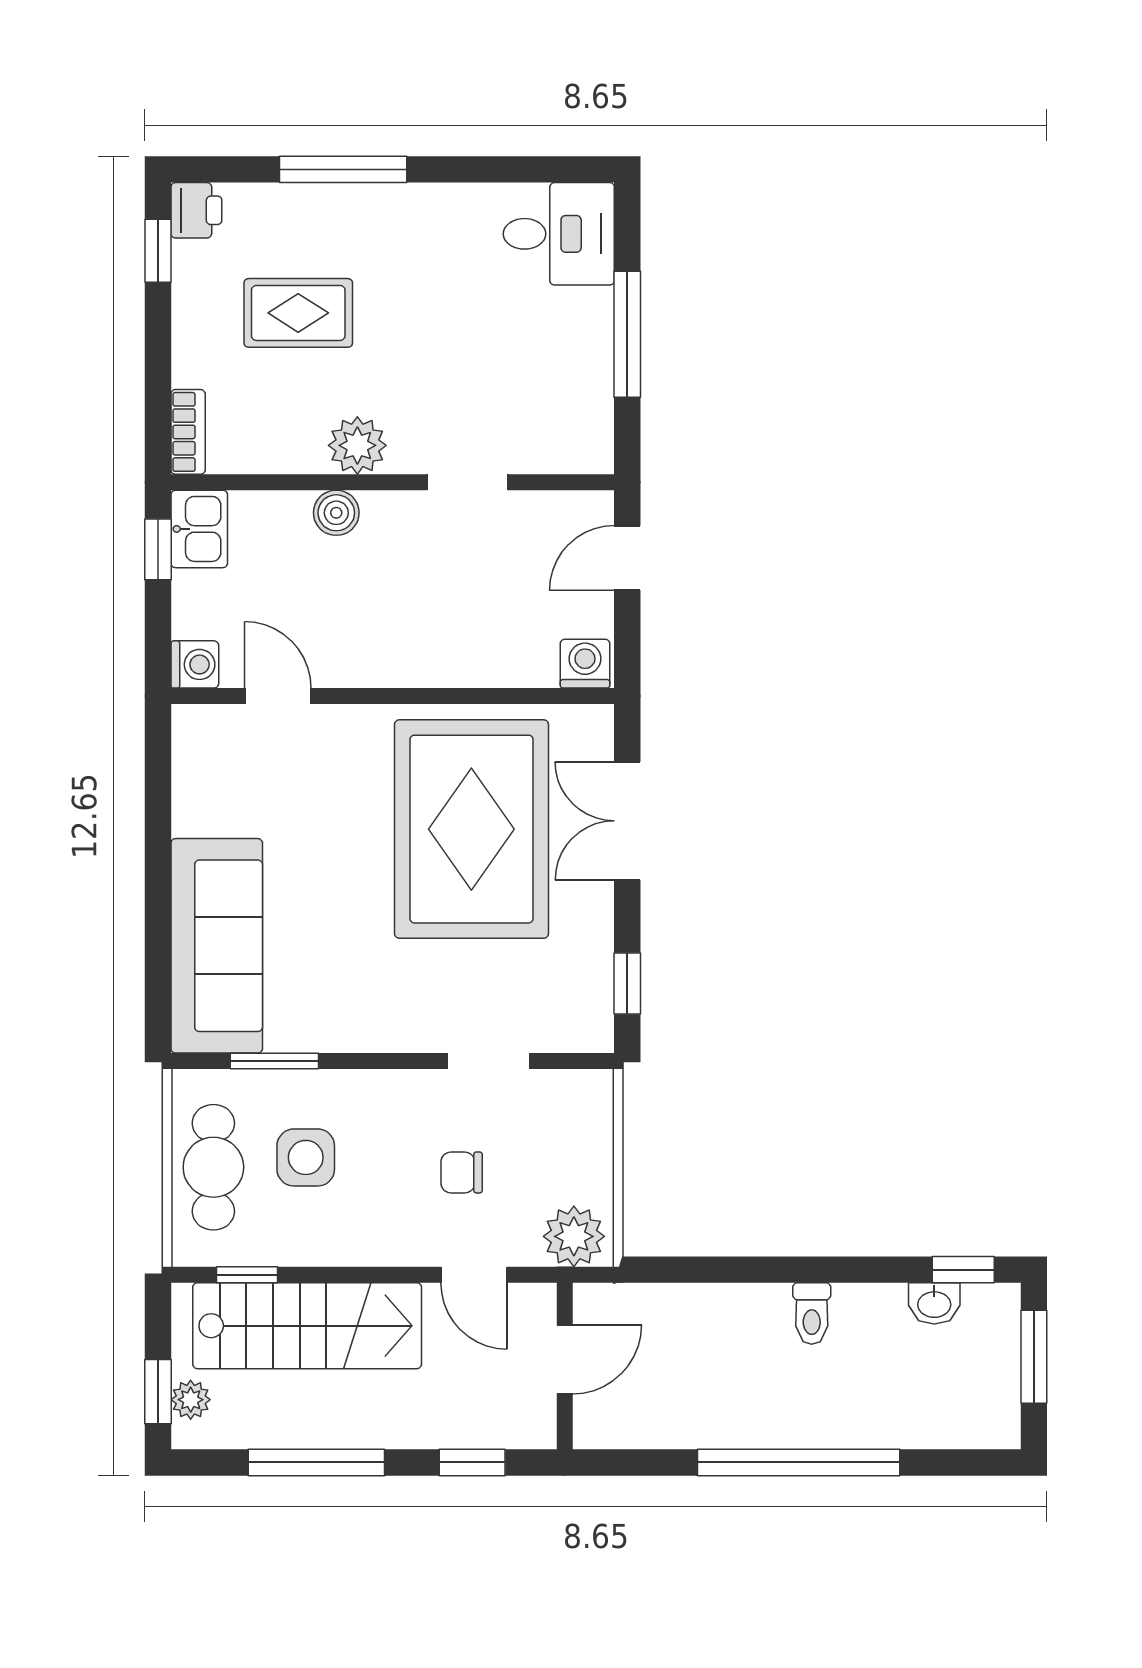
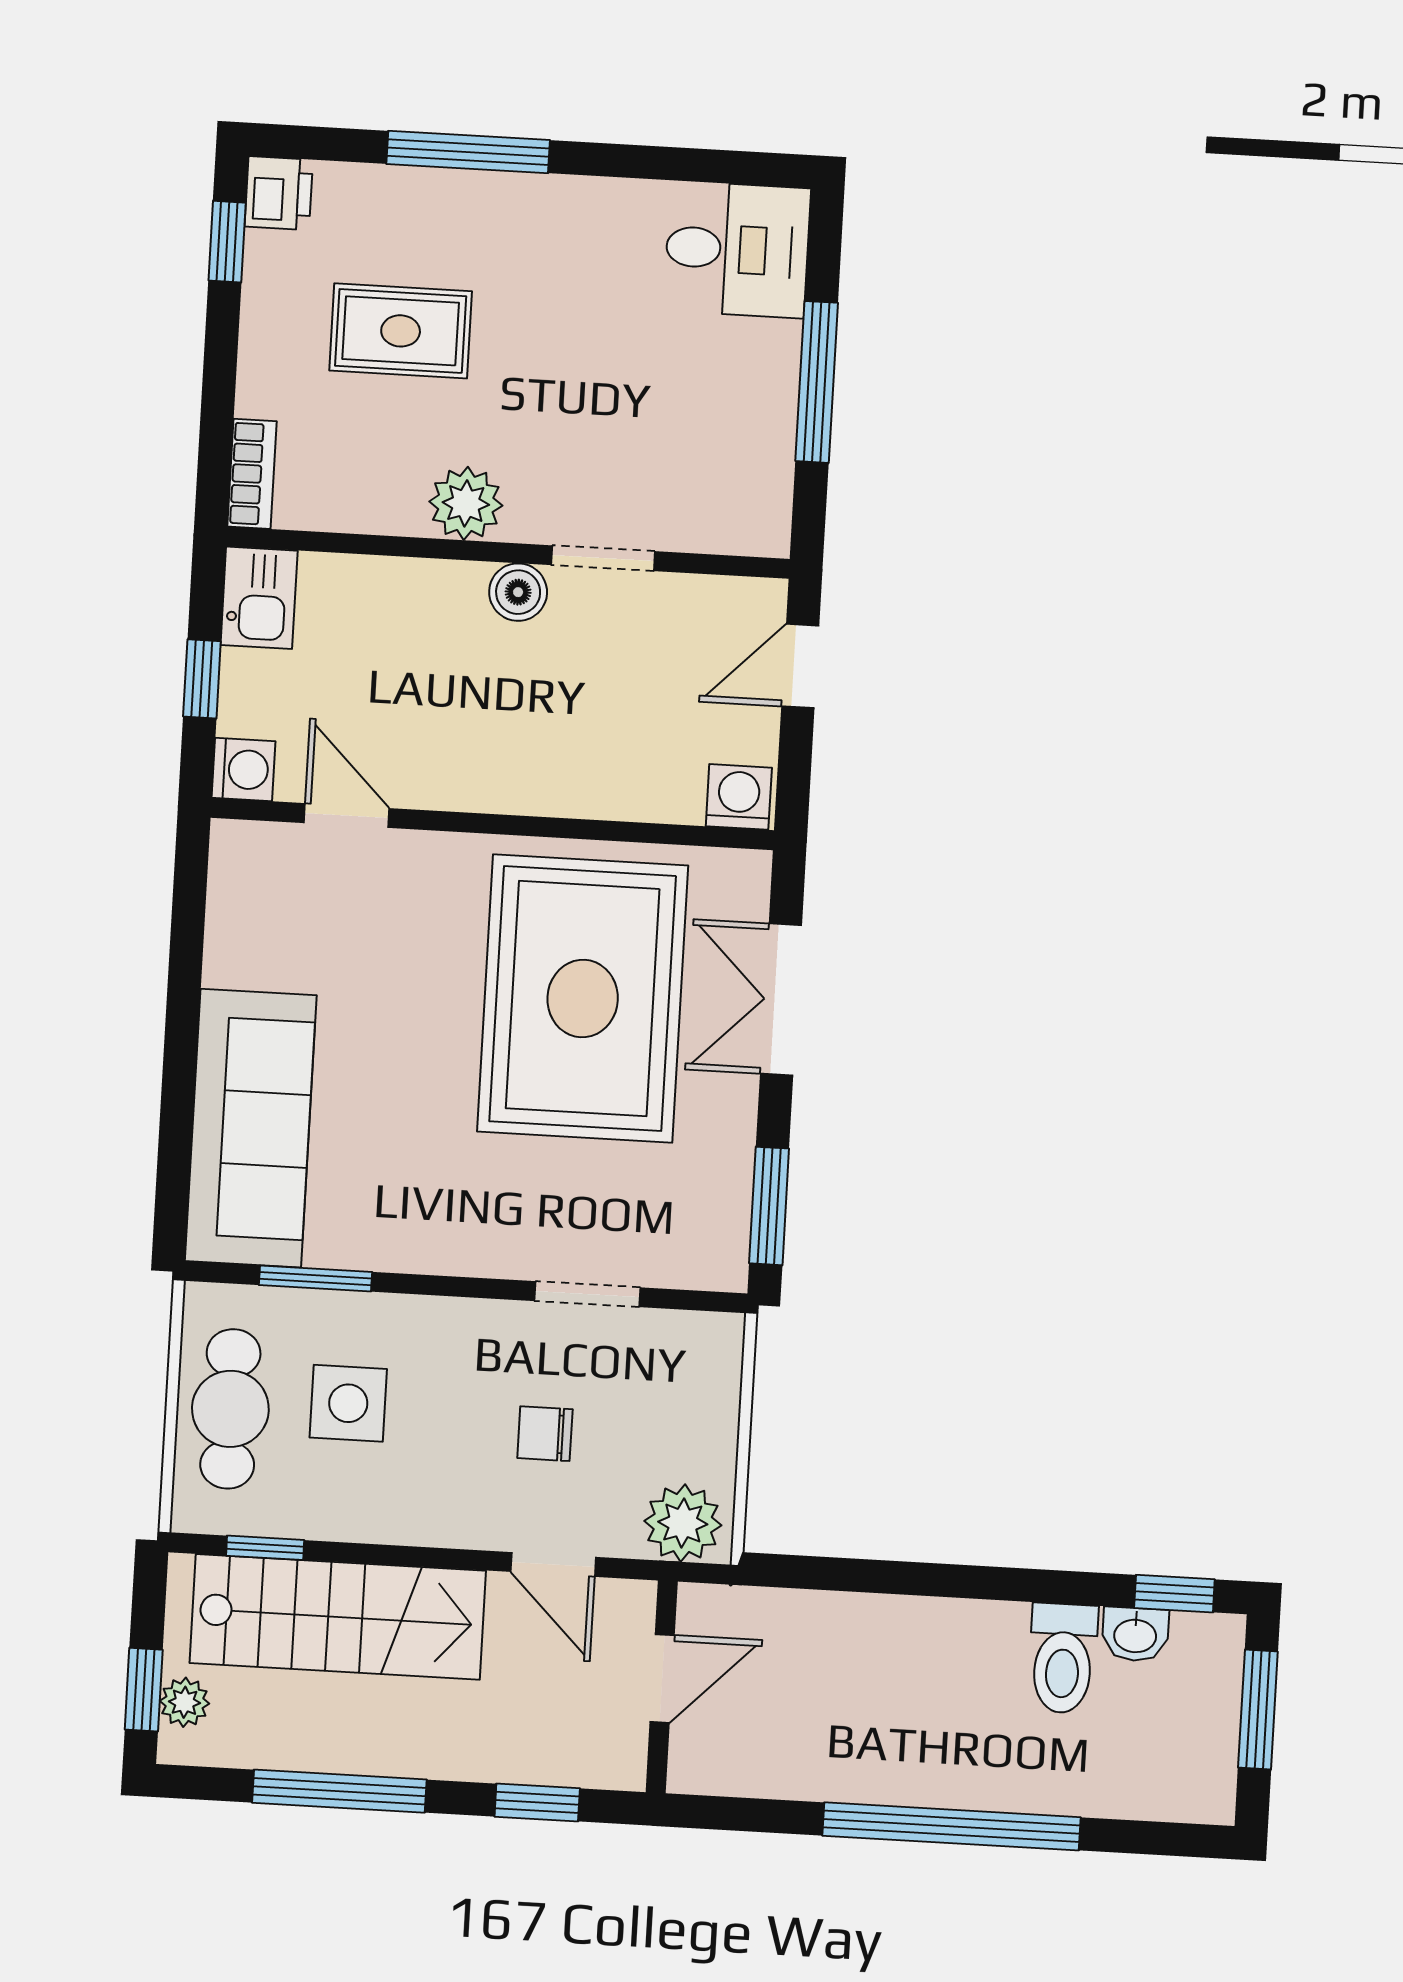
boiler: (336, 513) -> (518, 592), moved
window: (158, 549) -> (202, 679), moved
window: (627, 983) -> (769, 1206), width x1.50
toilet: (812, 1313) -> (1063, 1658), moved, width x1.37, depth x1.39

